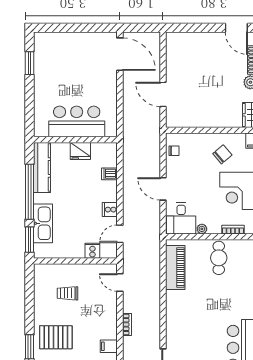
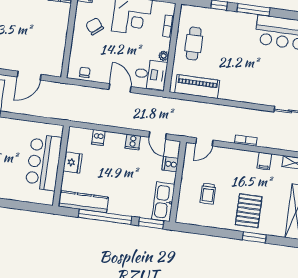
door: (163, 189) -> (120, 88), swing flipped
kitchen sink: (43, 223) -> (163, 202), moved, turned -90
cafe table: (219, 258) -> (194, 43), turned 90

